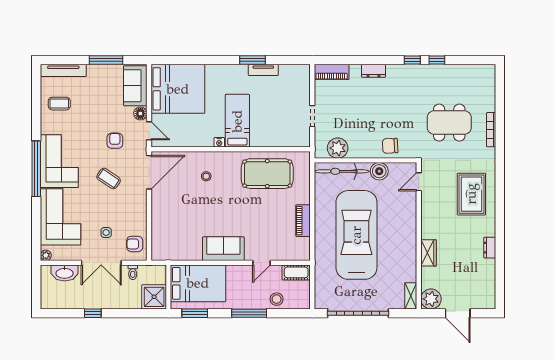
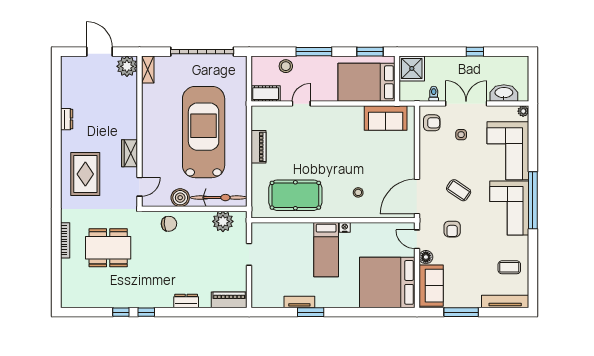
car: (356, 235) -> (204, 132), turned 180
sofa: (223, 249) -> (386, 118), moved
wardrobe: (429, 253) -> (129, 153), moved

